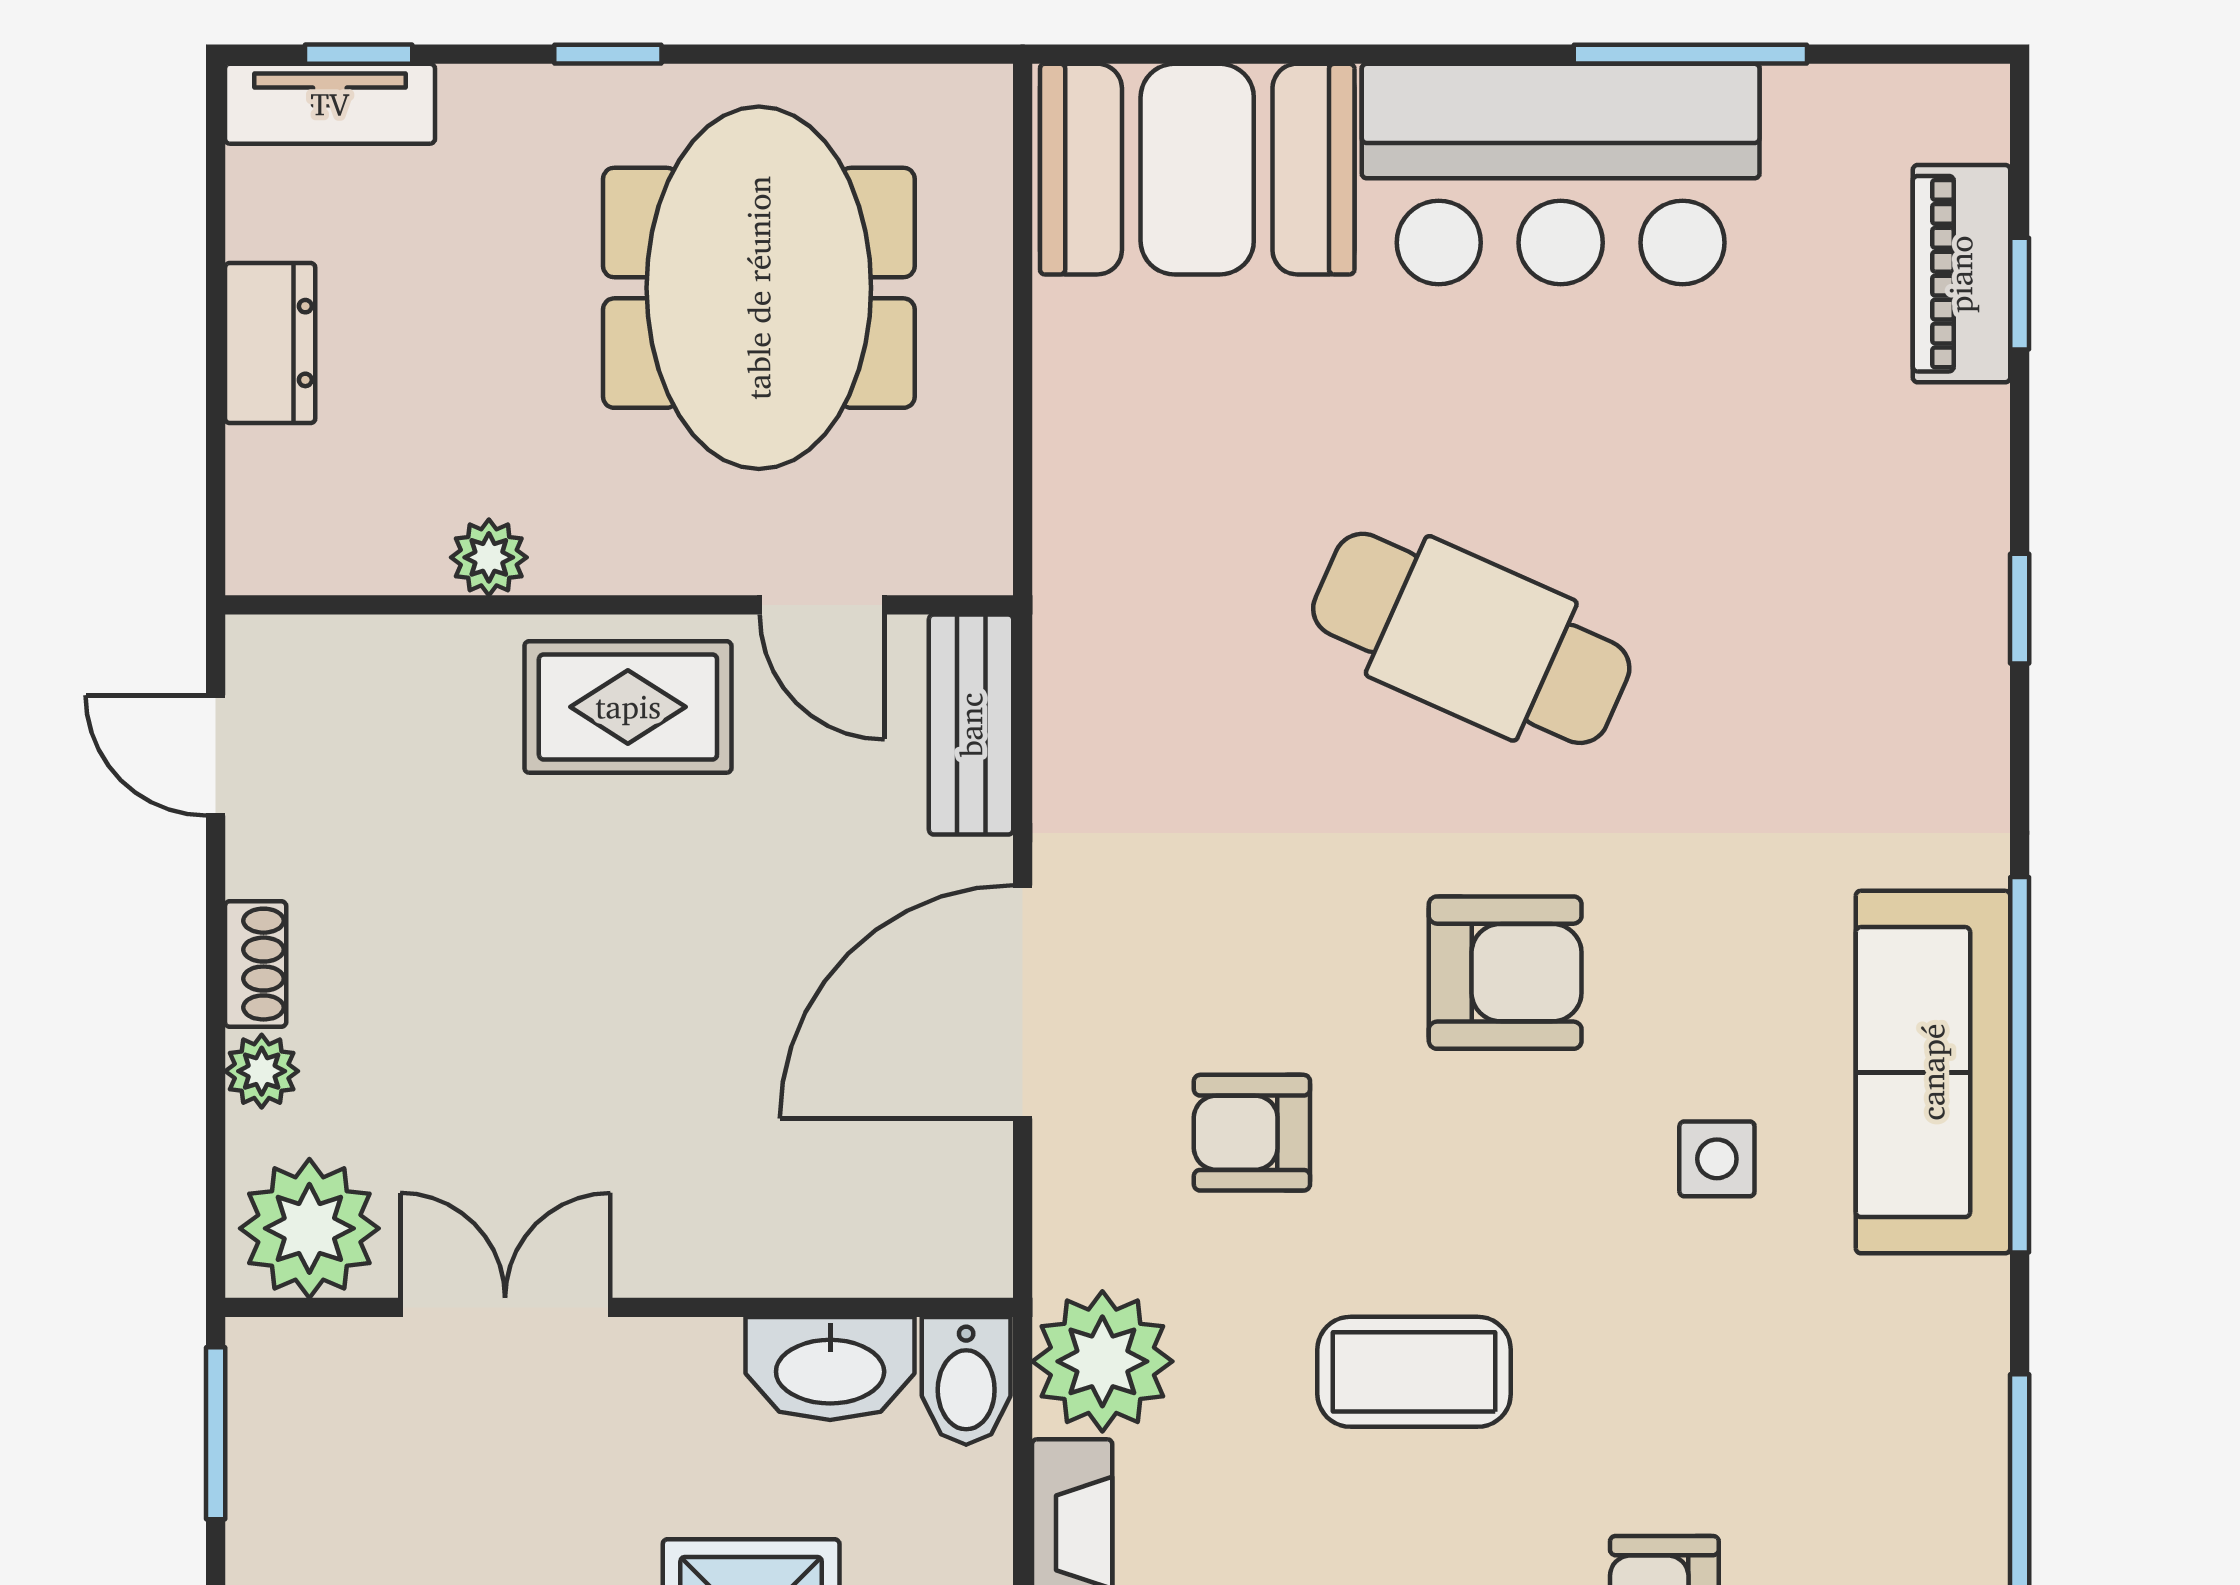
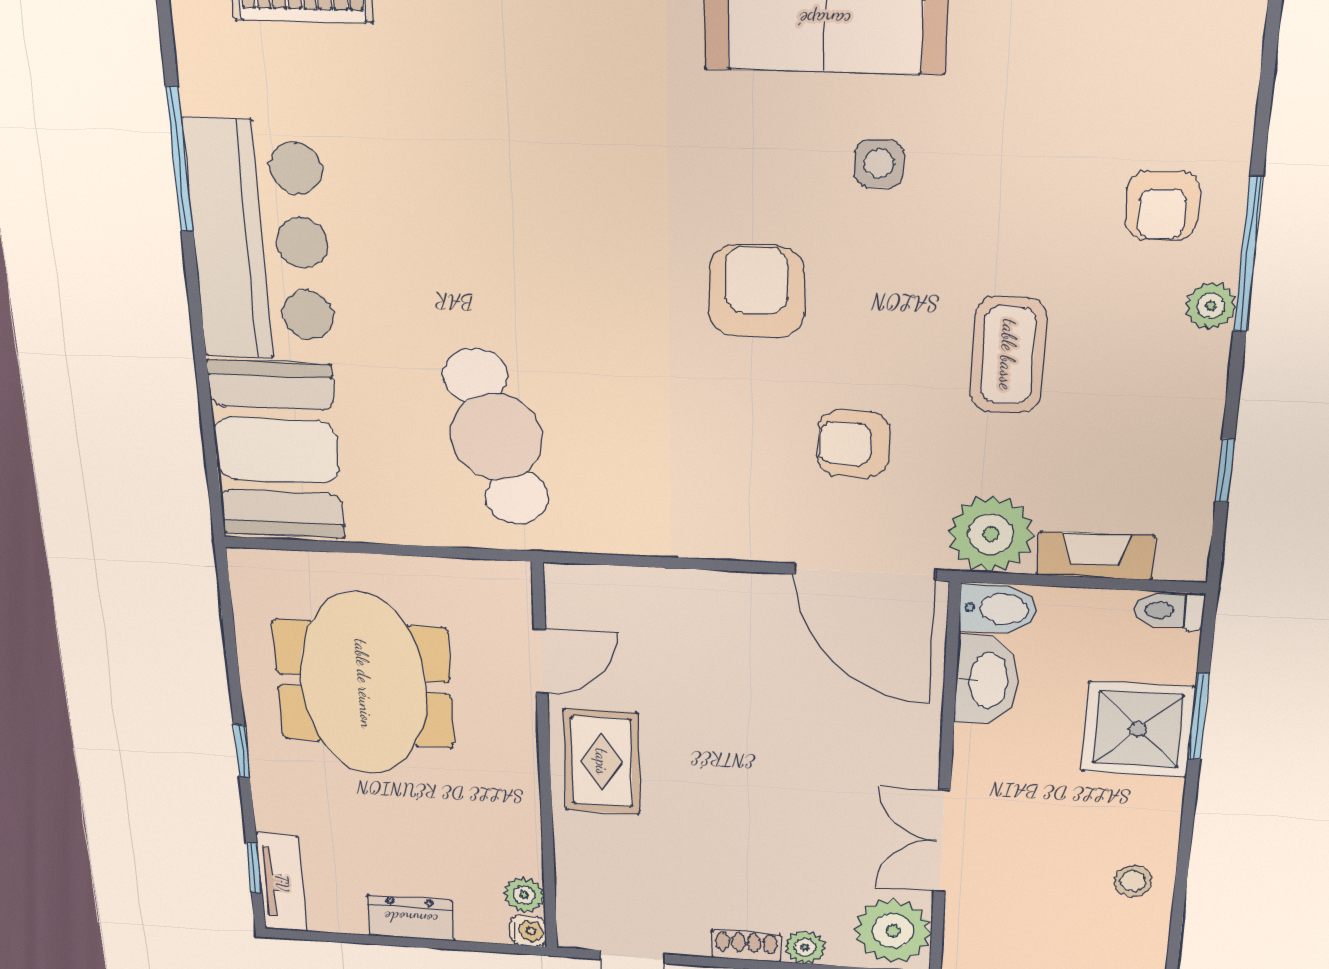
meeting table: (759, 288) -> (364, 684), turned 90
plant: (489, 557) -> (524, 895), moved
water cooler: (258, 562) -> (528, 931), added
cafe table: (1471, 638) -> (496, 437), moved, turned -40
bench: (971, 725) -> (608, 587), removed
door: (1023, 1002) -> (865, 572), moved
armchair: (1252, 1133) -> (854, 444), turned 90

